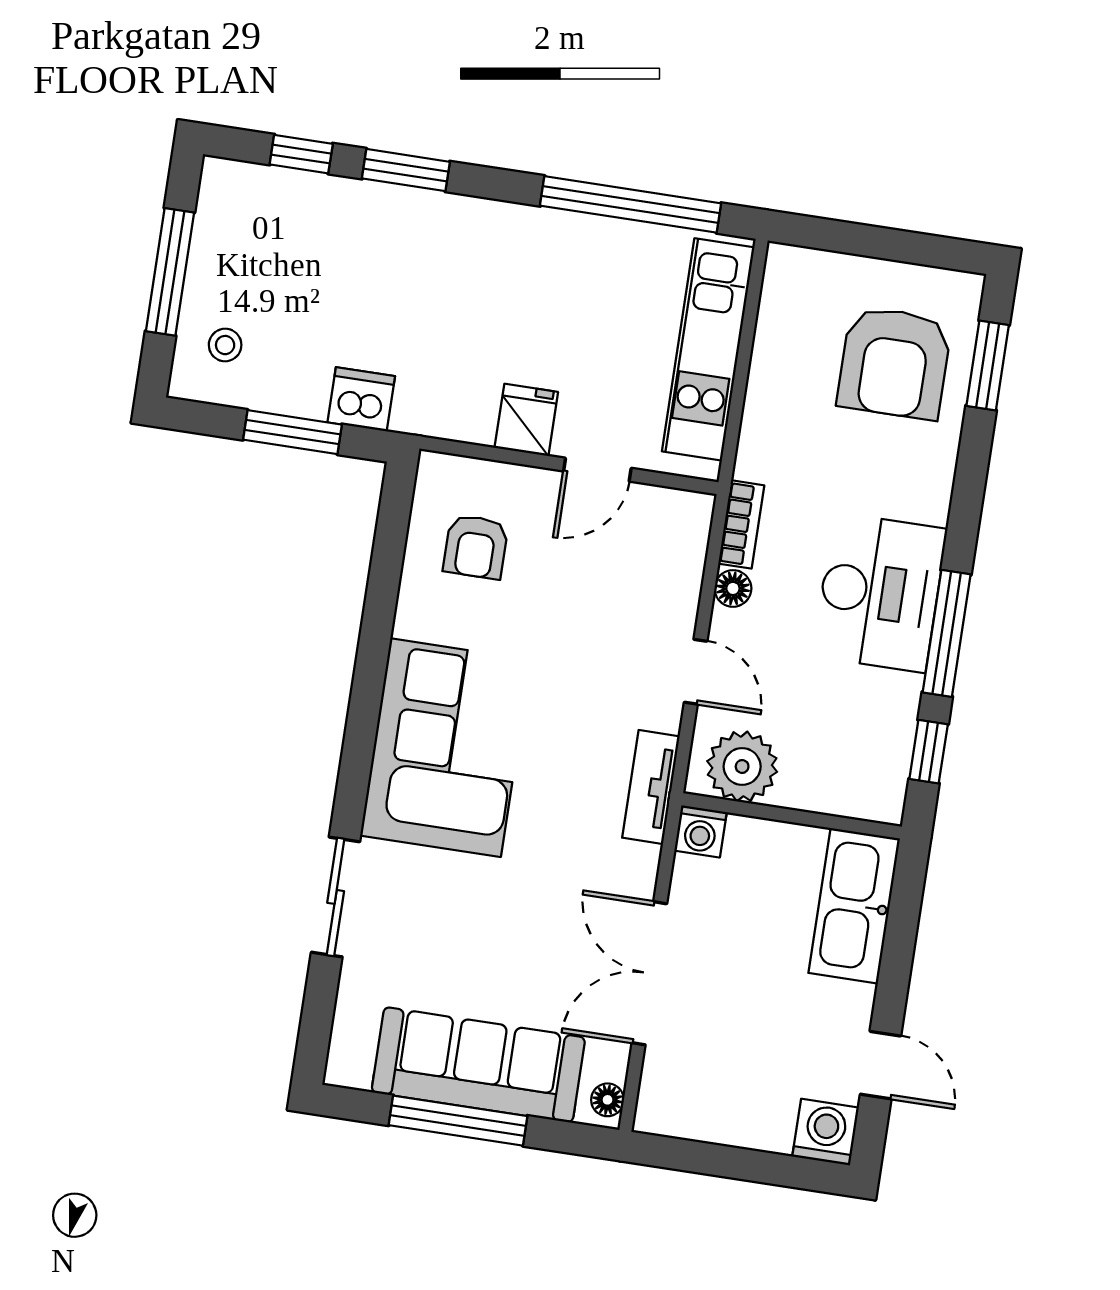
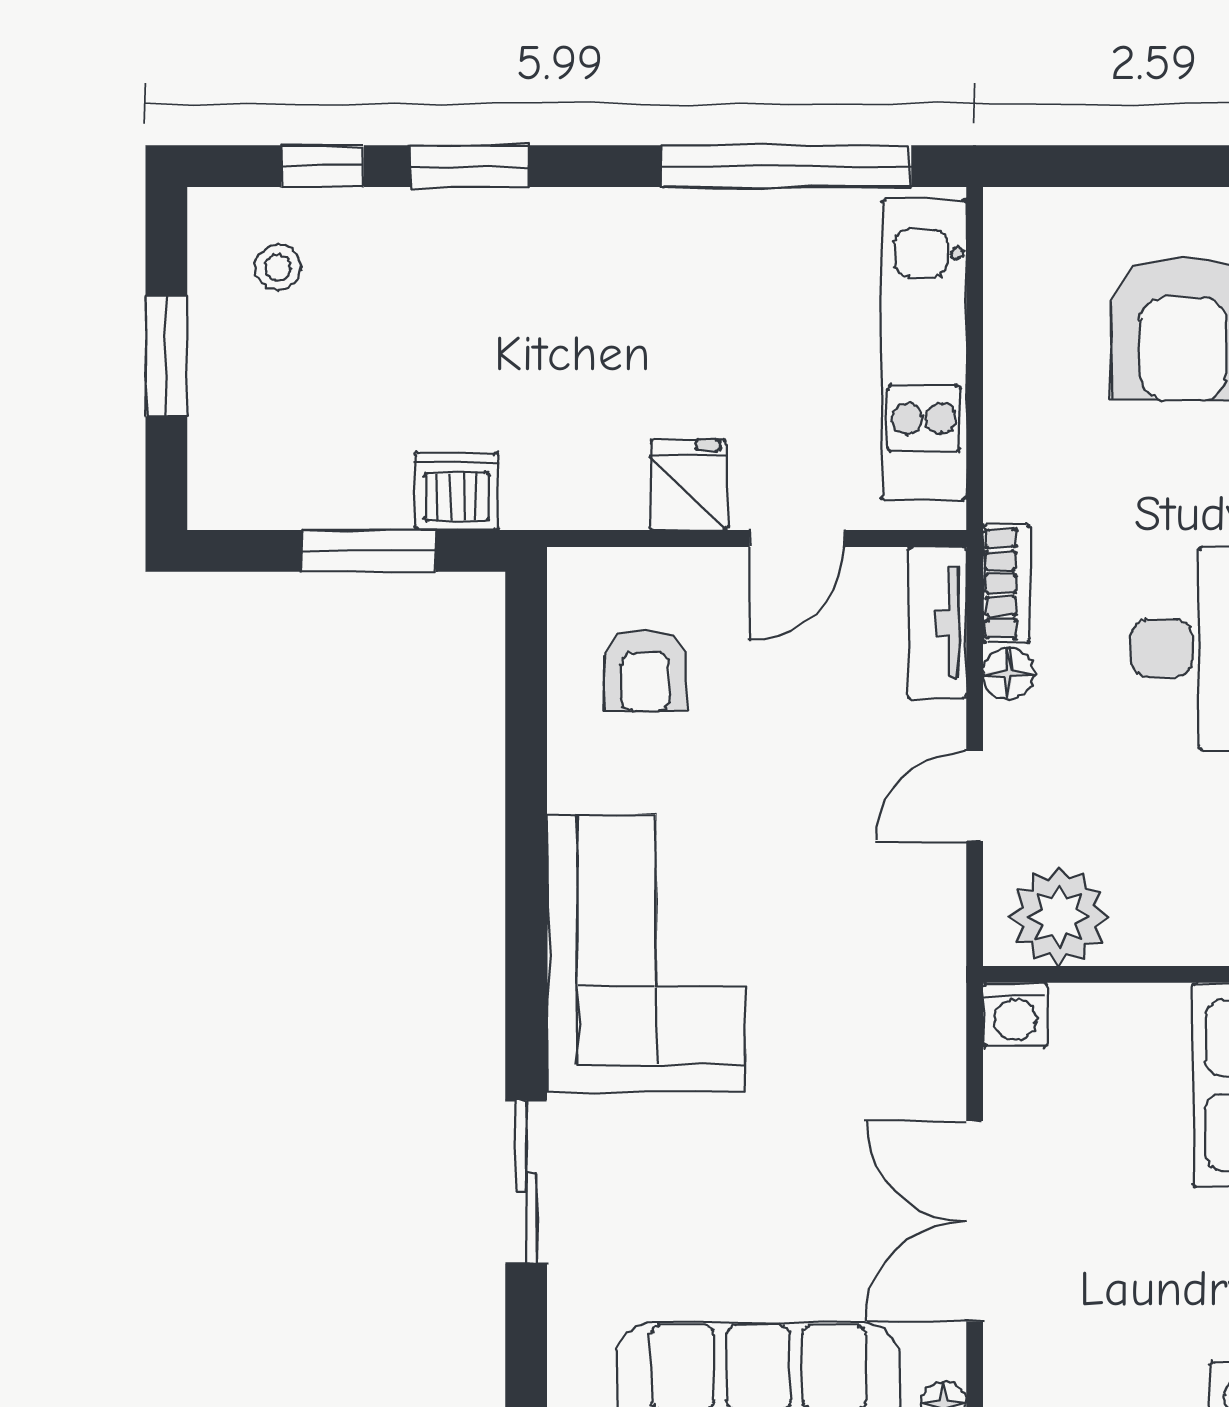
window: (170, 272) -> (166, 356), width x0.69
stool: (225, 345) -> (278, 268), moved
door: (696, 672) -> (975, 796), swing flipped
tv unit: (651, 787) -> (937, 623), moved

